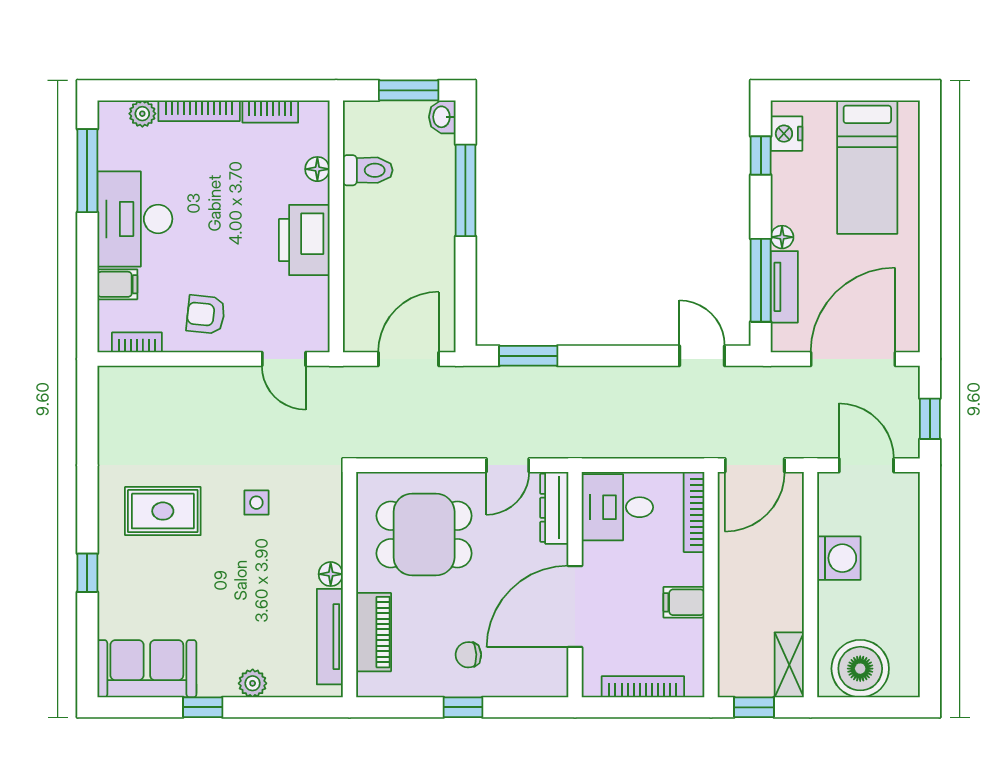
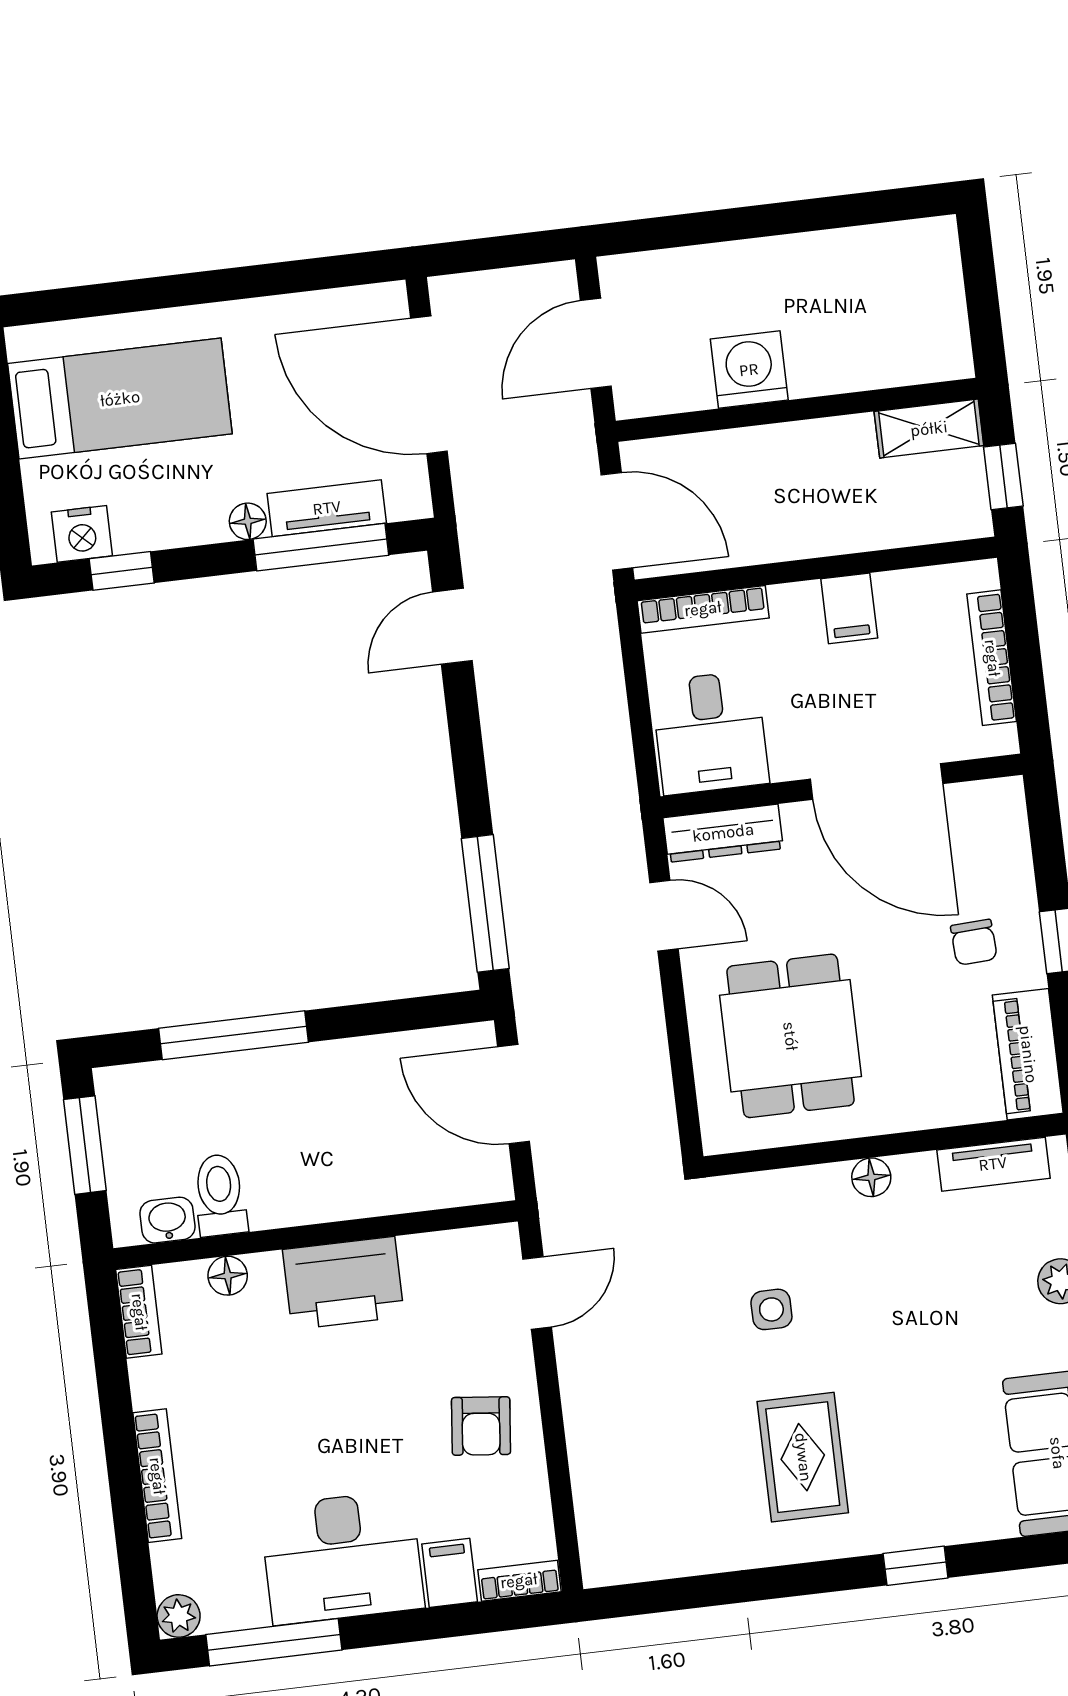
bookcase: (270, 111) -> (139, 1312), moved
plant: (142, 114) -> (179, 1616), moved
washbasin: (442, 117) -> (167, 1220), moved, turned 180
bookcase: (137, 342) -> (519, 1581), moved, turned 90
window: (528, 356) -> (485, 903), width x1.44
window: (930, 419) -> (509, 251), removed
piano: (374, 632) -> (1028, 1054), moved, turned -90
tv unit: (330, 637) -> (993, 1164), width x0.71
boiler: (860, 669) -> (921, 314), removed

